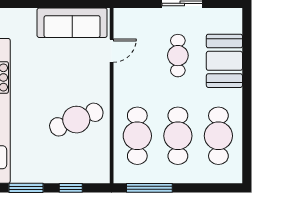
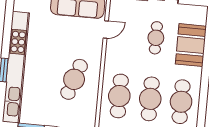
cafe table: (76, 120) -> (74, 79), turned -49

